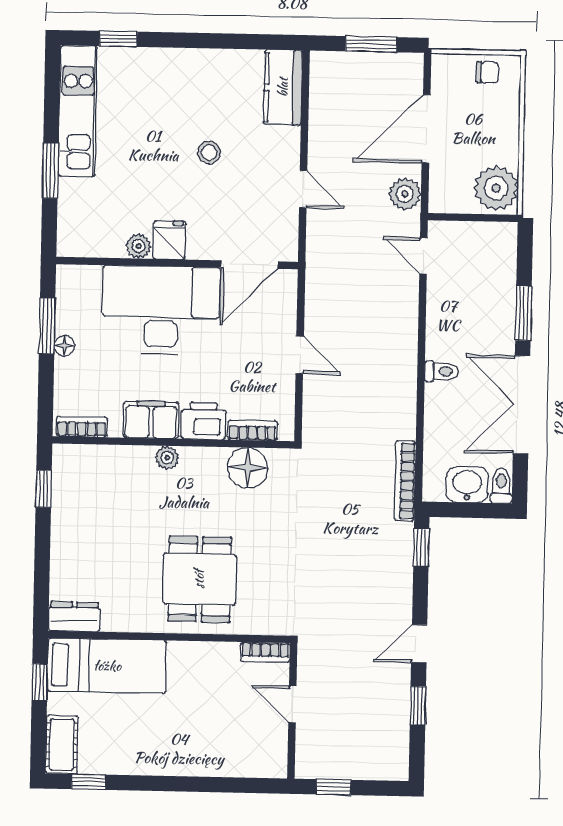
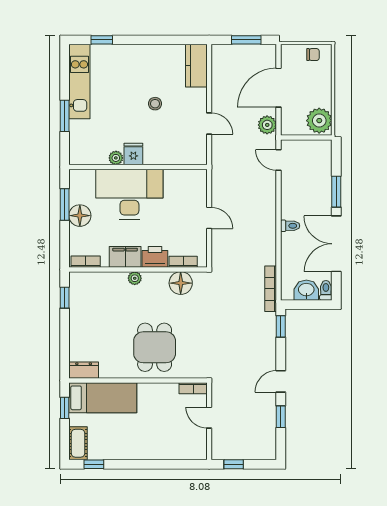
door: (250, 265) -> (179, 167), removed
floor lamp: (64, 346) -> (80, 216), width x1.89, depth x1.89

